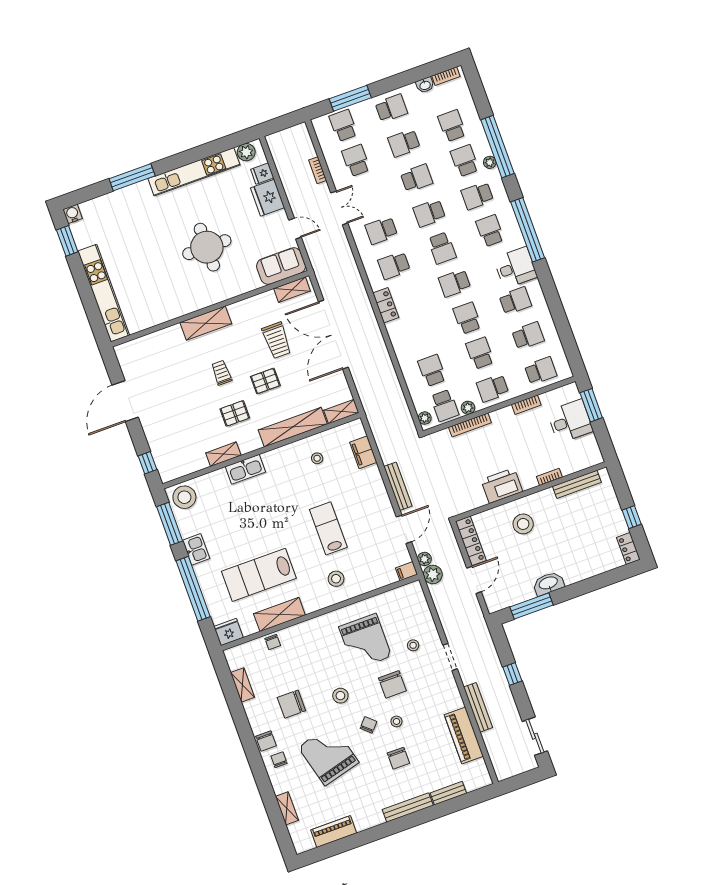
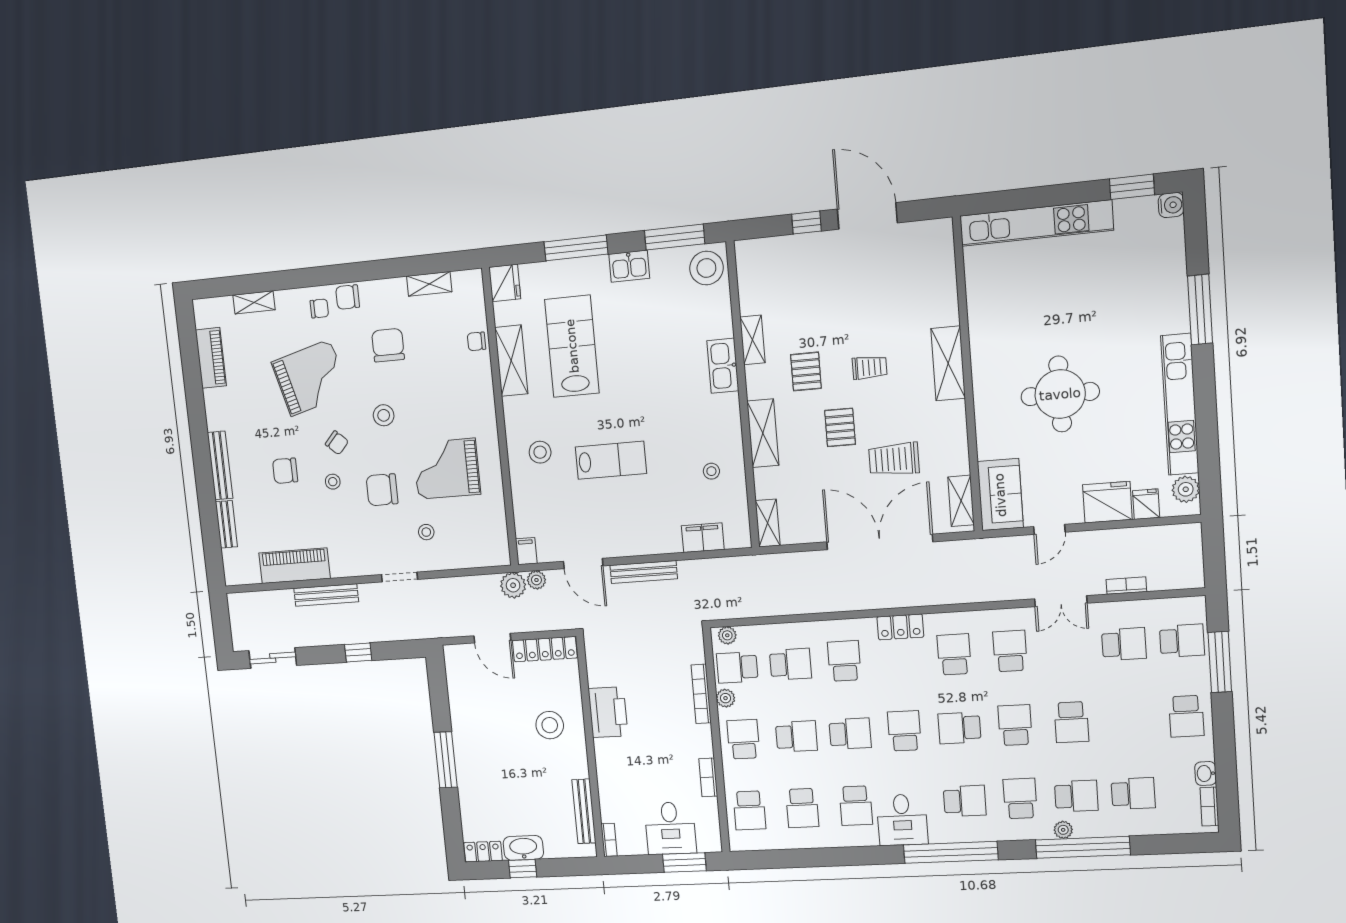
school desk: (404, 143) -> (844, 661), moved
shelving: (293, 427) -> (763, 433), width x0.68
window: (148, 463) -> (806, 223), moved
bookcase: (549, 477) -> (609, 840), moved
washbasin: (548, 583) -> (523, 848), moved, turned -90
window: (193, 589) -> (576, 248), width x0.68
window: (531, 606) -> (446, 760), moved

